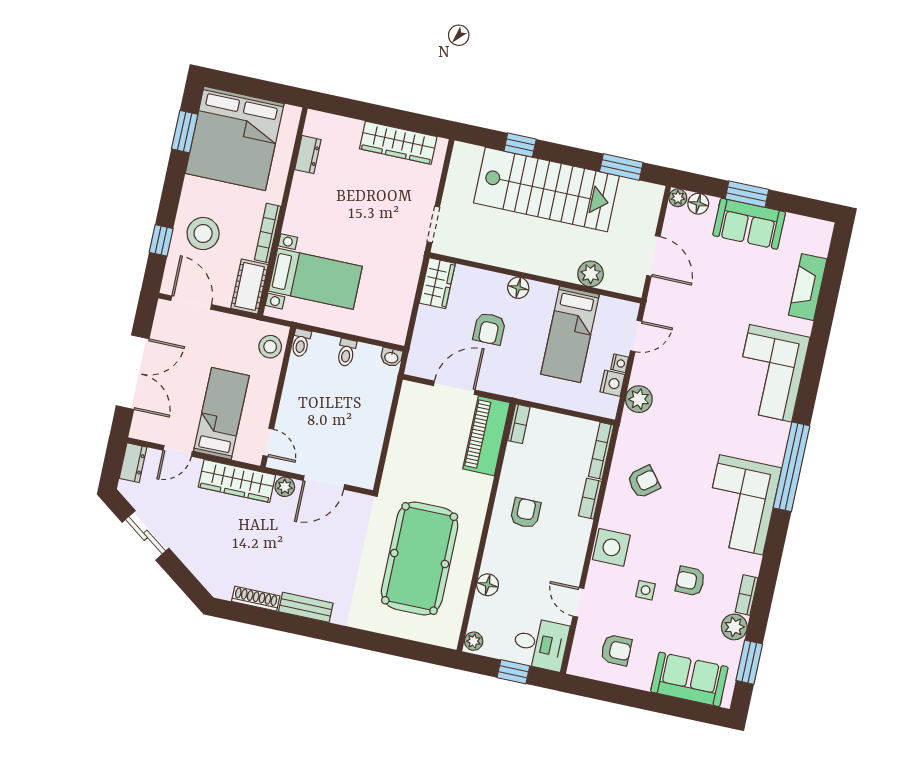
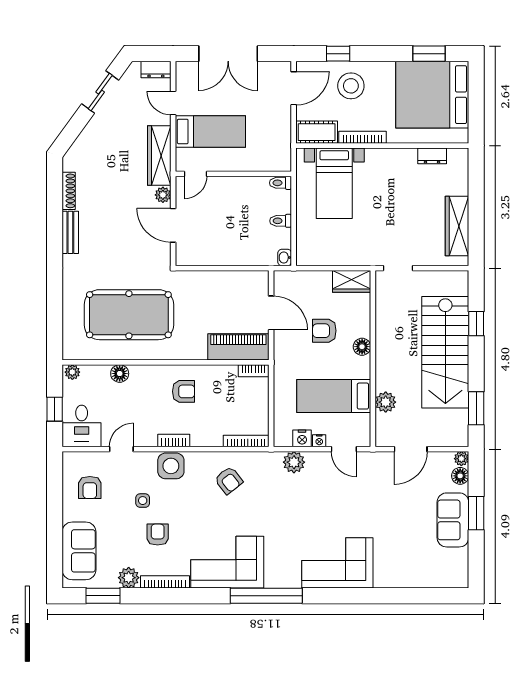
fireplace: (808, 287) -> (413, 578), removed
stool: (270, 347) -> (272, 159), removed
bookcase: (590, 499) -> (174, 440), moved
bookcase: (747, 595) -> (165, 582), width x1.56

